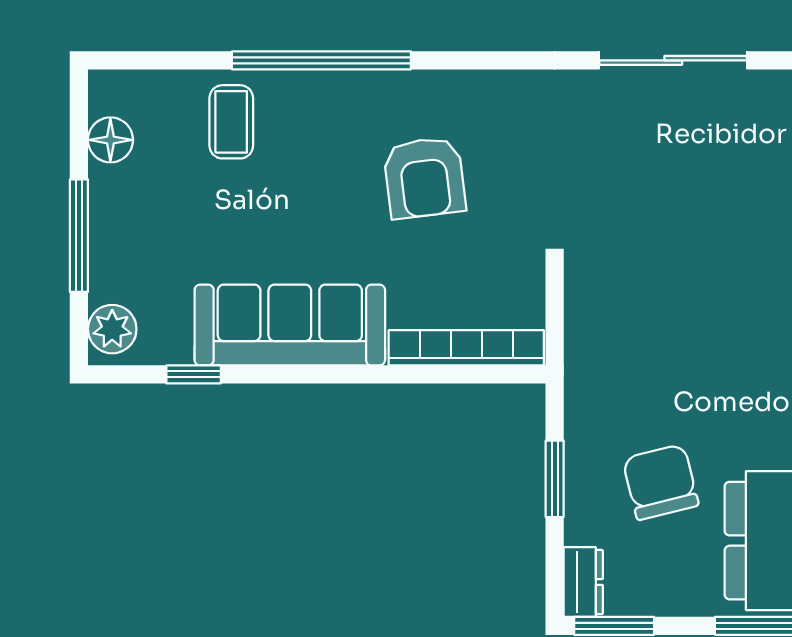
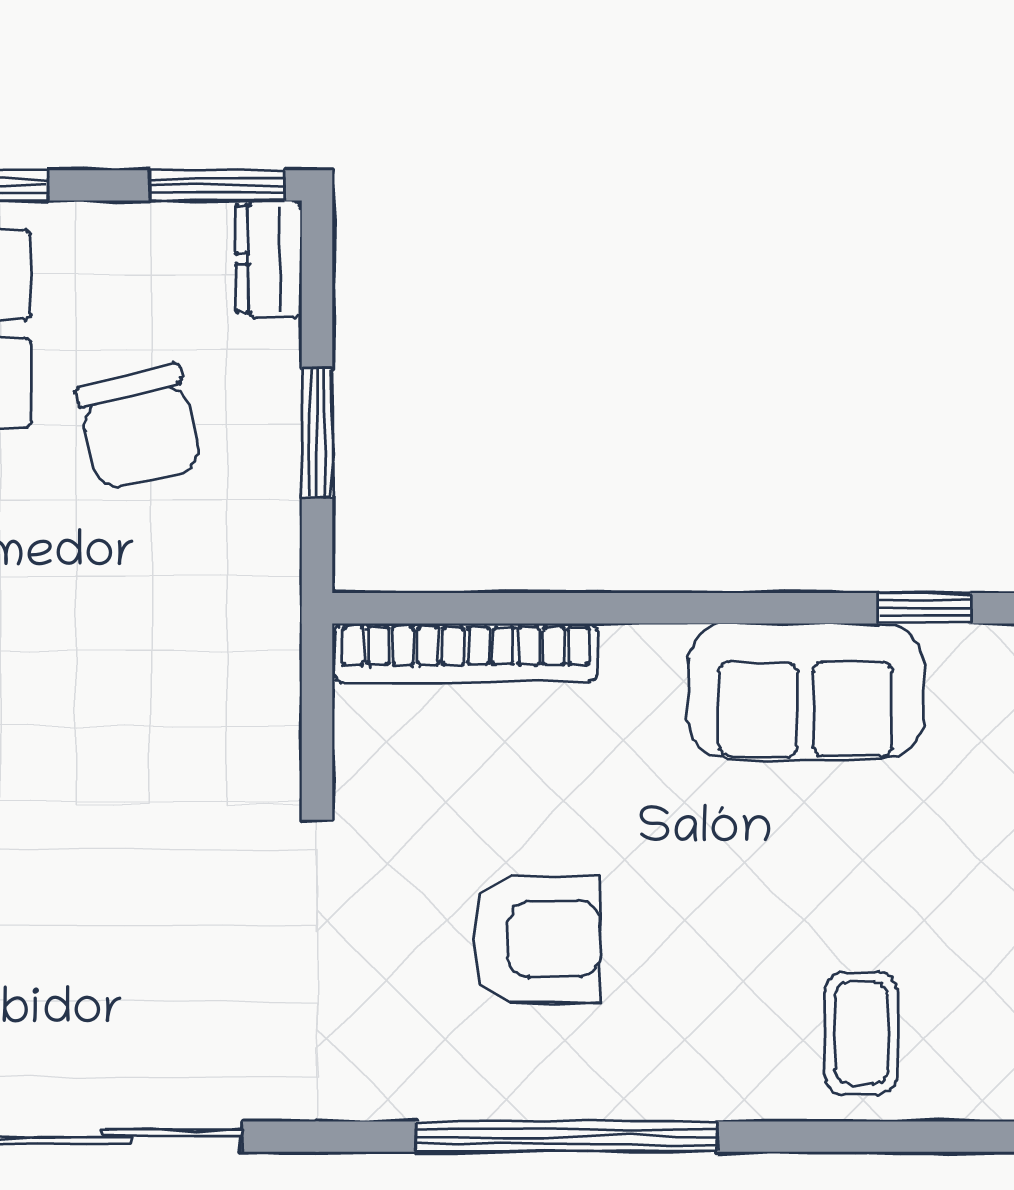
window: (321, 60) -> (566, 1137), moved
armchair: (424, 178) -> (536, 939), turned 97
sofa: (290, 325) -> (805, 691), width x0.73

